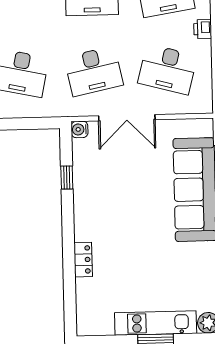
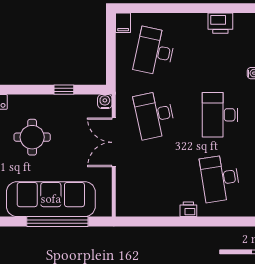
desk: (168, 69) -> (155, 178), removed
round table: (123, 213) -> (32, 137), added

